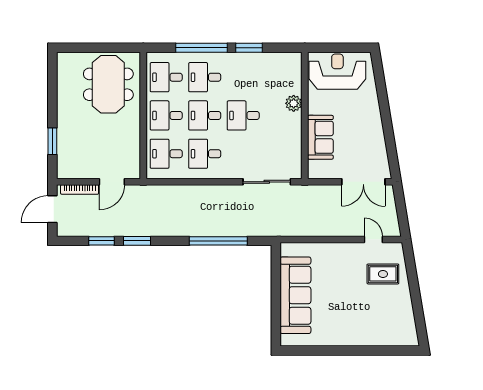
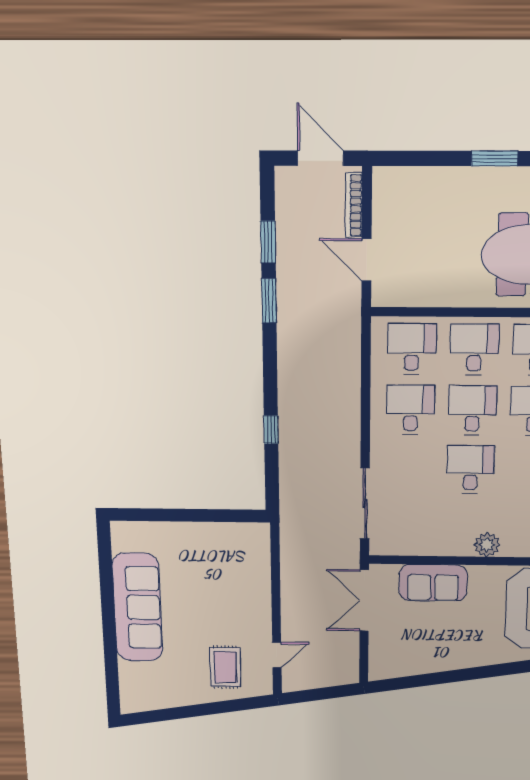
window: (52, 141) -> (495, 159), moved
double door: (363, 182) -> (364, 601), moved
window: (218, 241) -> (271, 430), width x0.32
sofa: (295, 295) -> (137, 607), moved, turned -90

